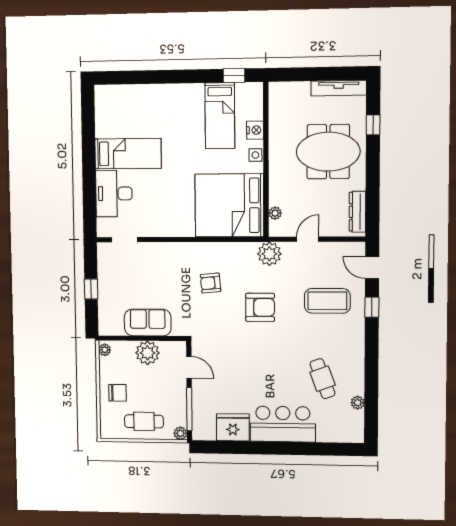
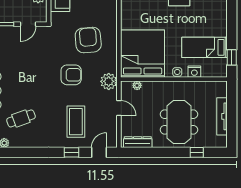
tv unit: (339, 88) -> (222, 116), moved
armchair: (211, 283) -> (88, 40), width x1.88, depth x1.88
armchair: (260, 307) -> (71, 75), turned -90

